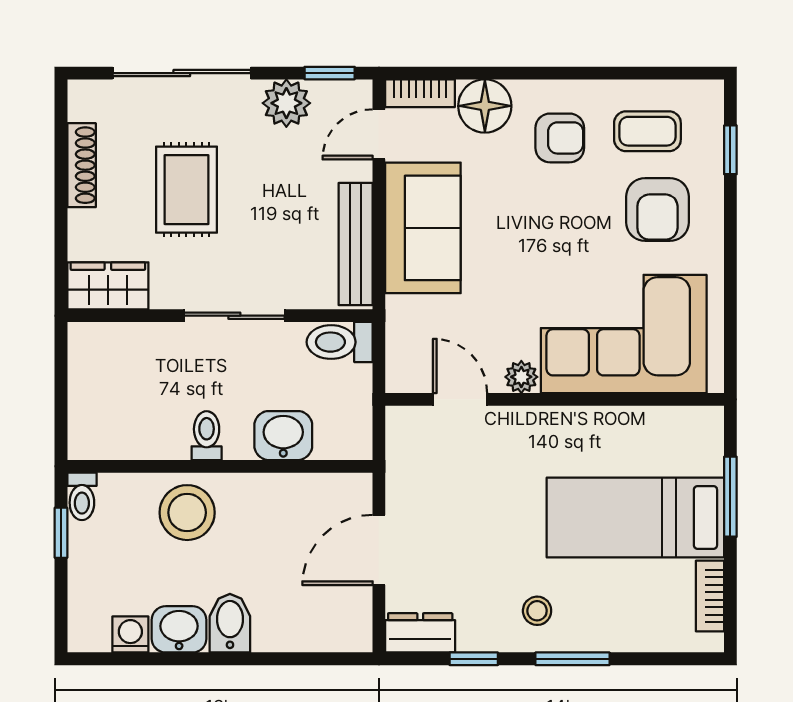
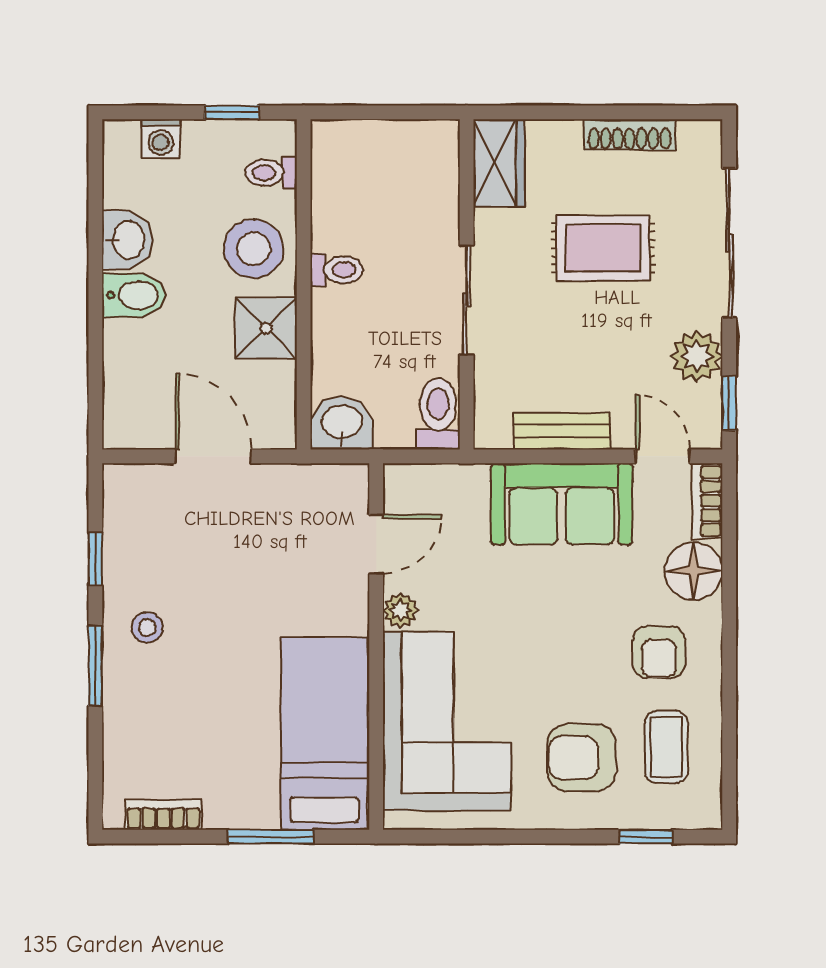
bench: (356, 244) -> (562, 431), width x0.73
washbasin: (283, 436) -> (342, 423), moved, turned -90
toilet: (82, 496) -> (271, 173), moved
shower: (260, 501) -> (266, 328), added
bed: (635, 517) -> (324, 734), moved
dresser: (420, 633) -> (124, 501), removed
washing machine: (130, 634) -> (161, 139), moved, turned 90

